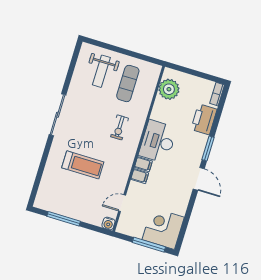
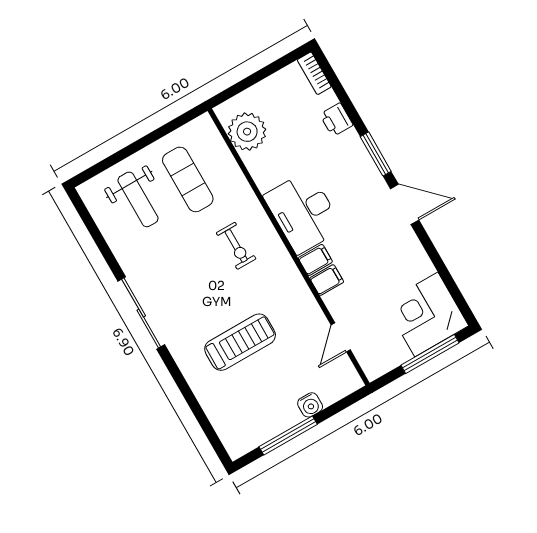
printer: (204, 119) -> (336, 120), width x0.53, depth x0.68
water cooler: (108, 223) -> (310, 405), moved

